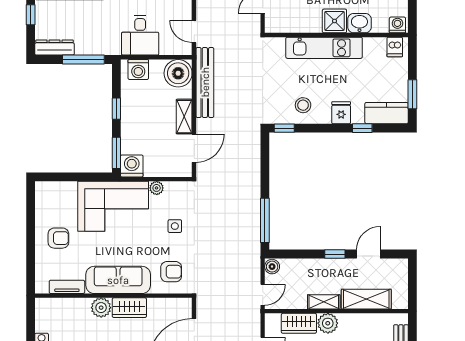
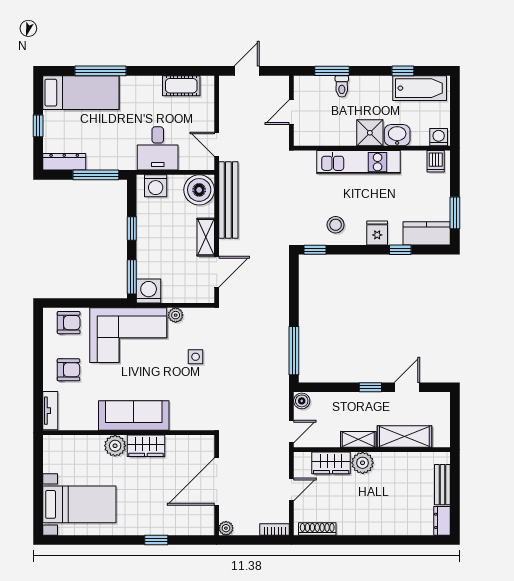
armchair: (171, 272) -> (69, 323), moved
tv unit: (67, 287) -> (50, 411), moved, turned 90

